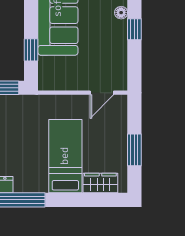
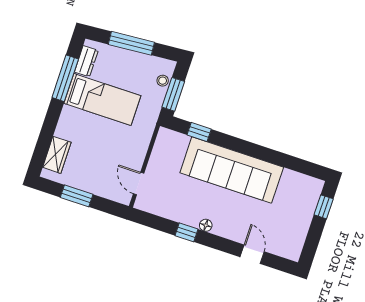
bed: (65, 156) -> (102, 100), moved

